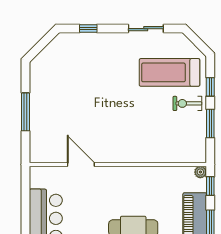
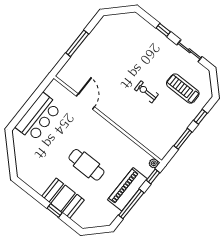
window: (88, 29) -> (163, 30), moved
treadmill: (169, 72) -> (183, 89), width x0.73, depth x0.73
exercise bike: (187, 103) -> (146, 92), moved

